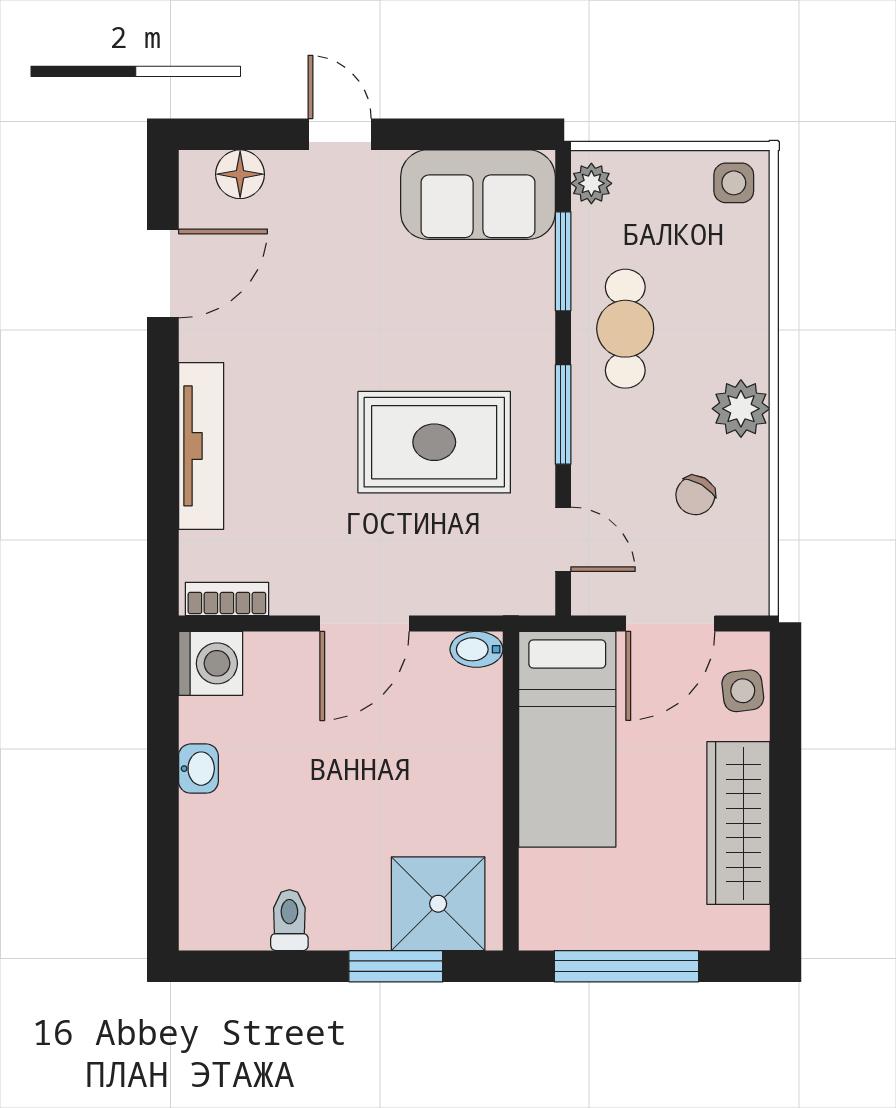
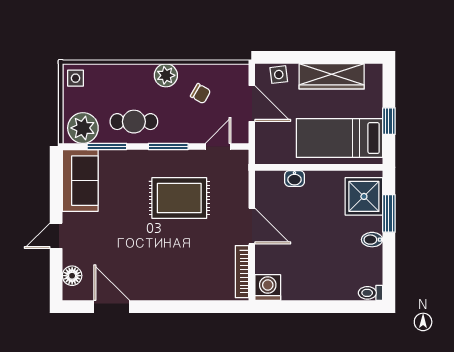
plant: (591, 183) -> (83, 128), width x1.88, depth x1.88
rug: (434, 442) -> (179, 198), turned 90
tv unit: (201, 446) -> (181, 291), removed
bookcase: (227, 599) -> (242, 272), width x1.56
bidet: (476, 649) -> (372, 240), moved, turned 90
bed: (567, 739) -> (339, 138), moved, turned 180
washbasin: (198, 769) -> (294, 178), moved, turned 180
toilet: (289, 920) -> (371, 293), moved
window: (626, 966) -> (389, 121), width x0.46

